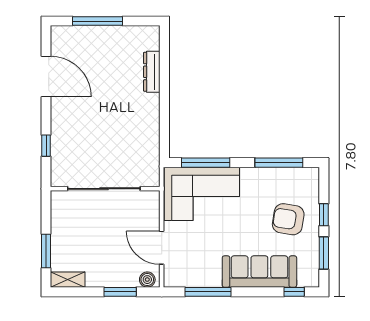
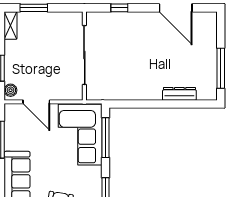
window: (97, 21) -> (221, 68), moved
door: (46, 76) -> (176, 8), hinge flipped
door: (162, 248) -> (36, 102), swing flipped

